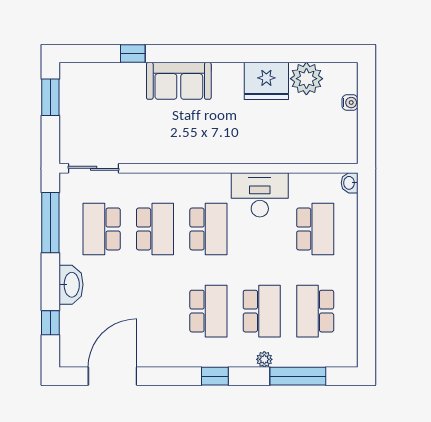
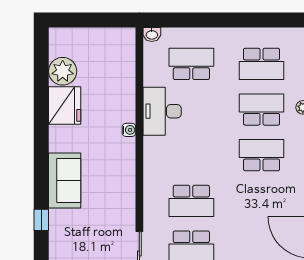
water cooler: (350, 103) -> (129, 130), moved, turned 90
school desk: (155, 229) -> (191, 201), turned 180
school desk: (208, 229) -> (191, 155), removed

